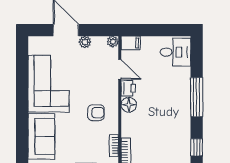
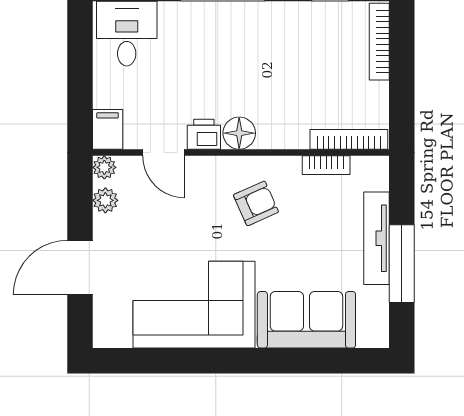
plant: (85, 42) -> (105, 200), moved
door: (120, 69) -> (164, 152), swing flipped
armchair: (96, 113) -> (256, 203), turned 66

